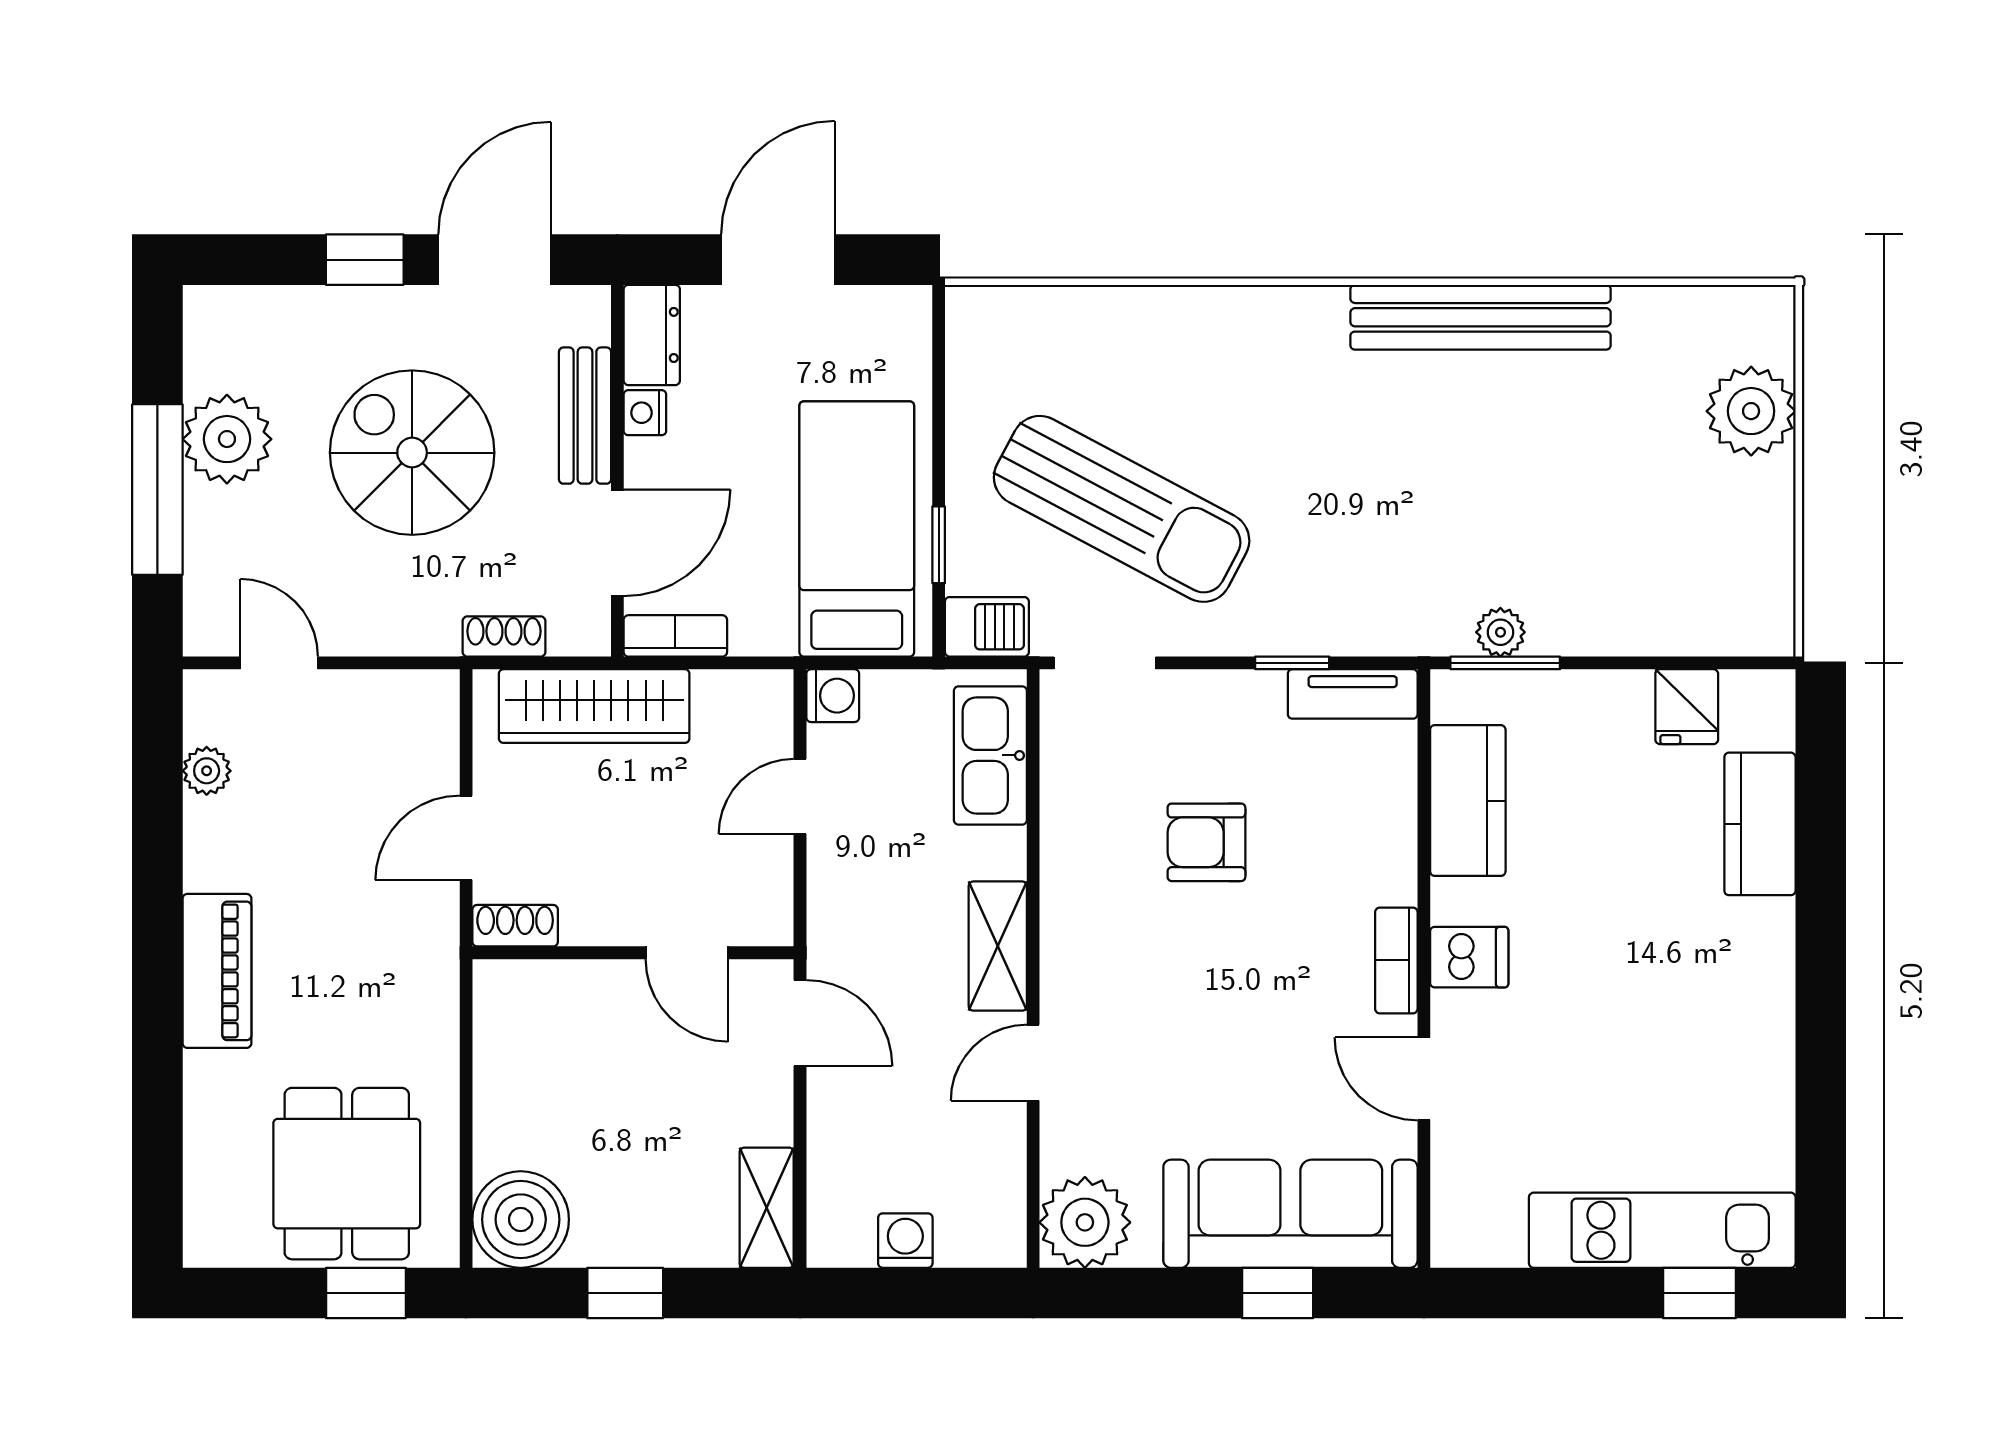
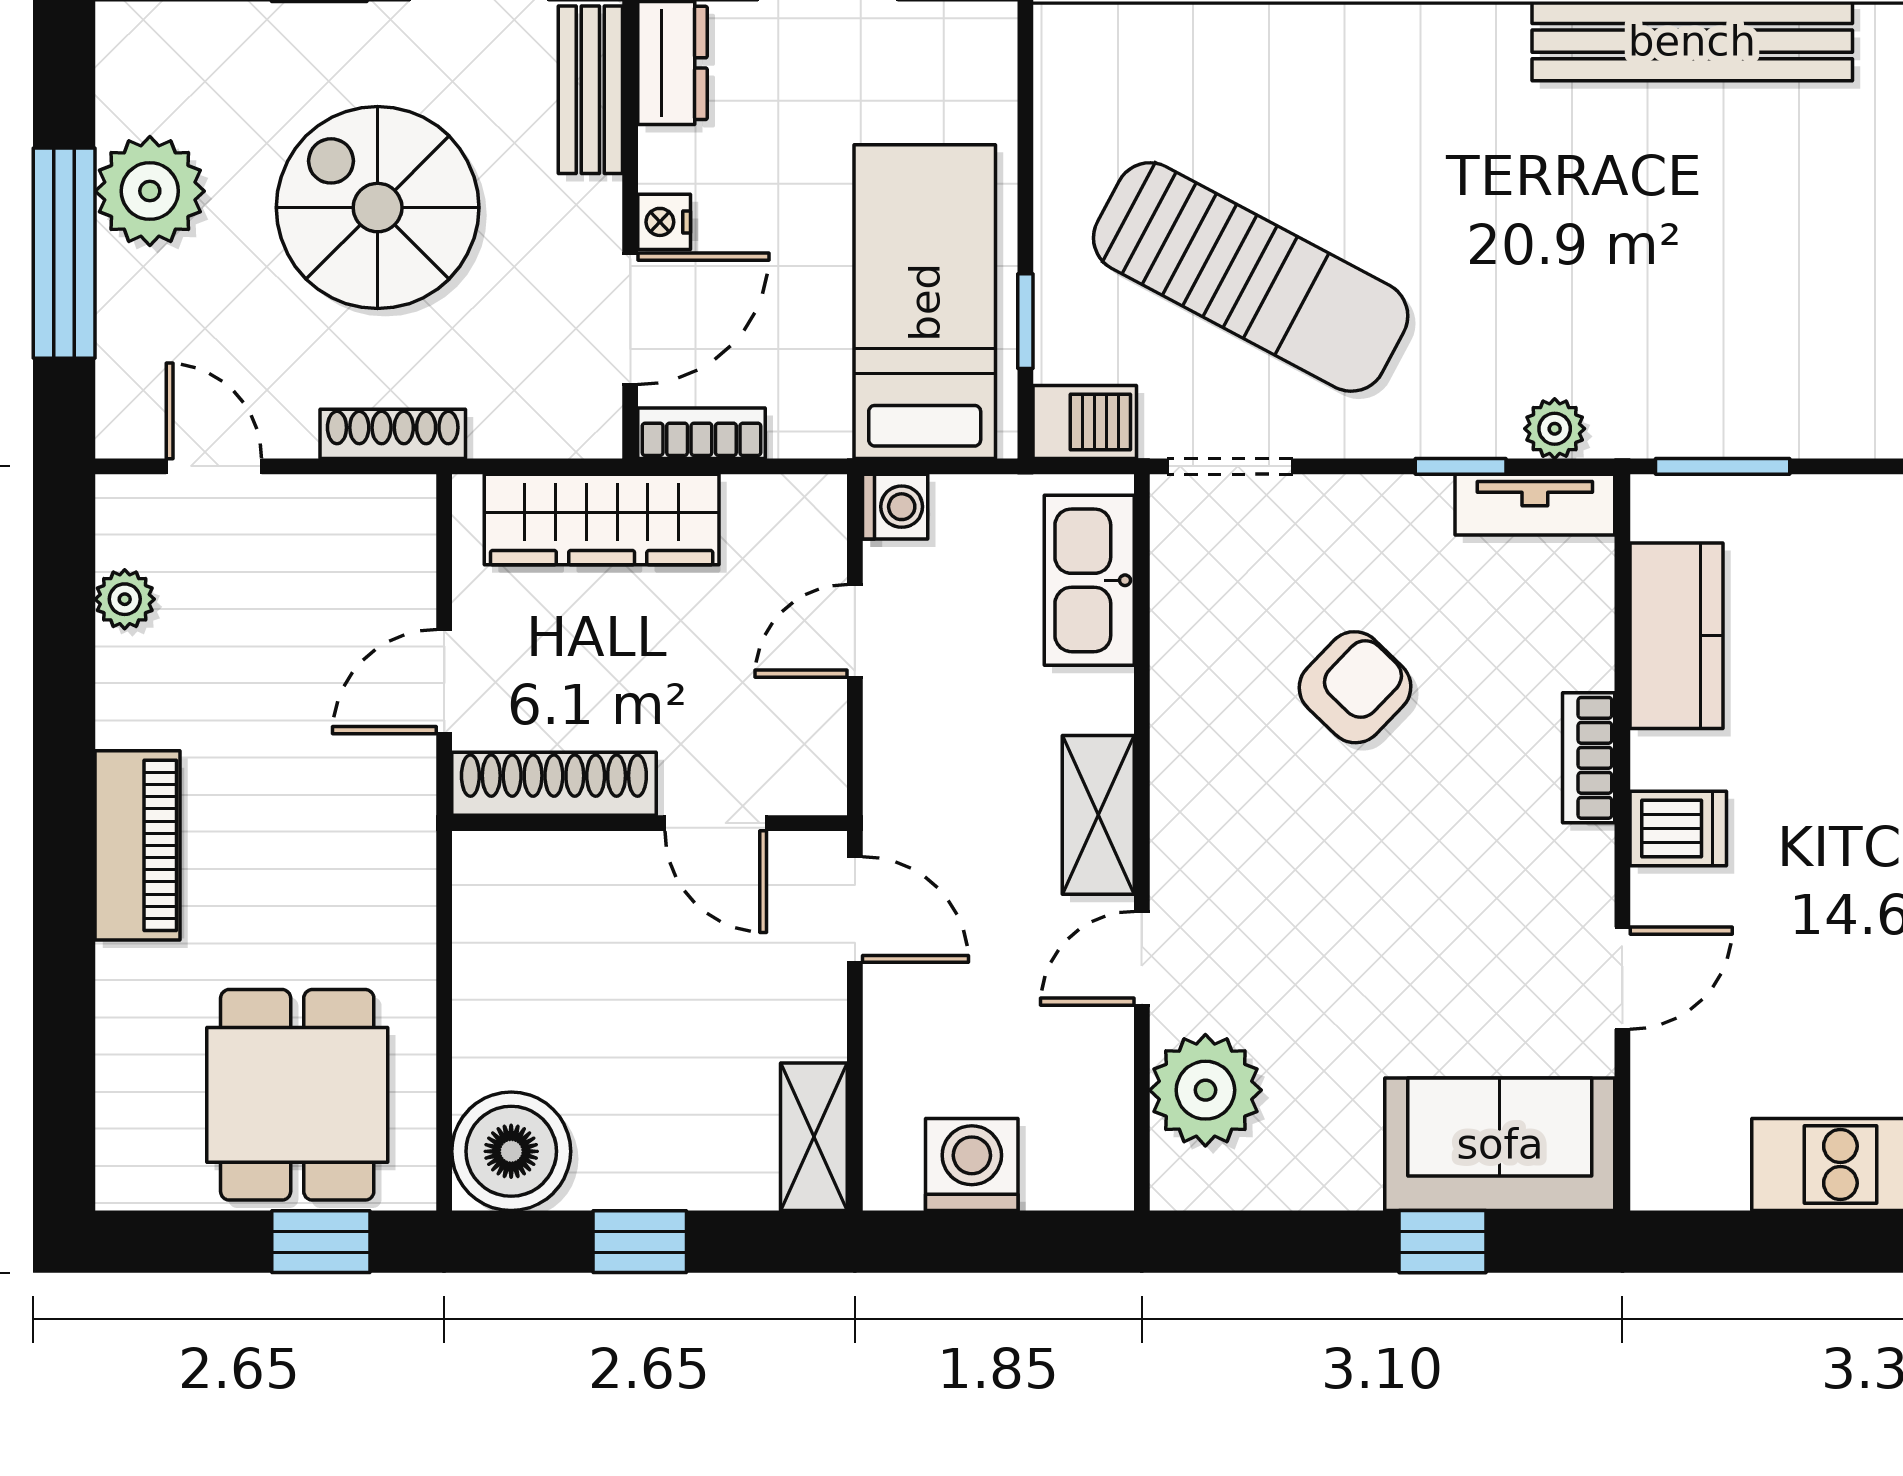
nightstand: (645, 413) -> (664, 222), moved
bench: (585, 416) -> (590, 90), moved
plant: (1500, 632) -> (1555, 429), moved
shoe rack: (504, 637) -> (393, 434), moved, width x1.43
armchair: (1206, 842) -> (1355, 687), turned 134
shoe rack: (515, 926) -> (554, 784), width x1.94, depth x1.24
bookcase: (1396, 960) -> (1589, 758), moved
door: (1424, 1079) -> (1622, 978), swing flipped
sofa: (1290, 1214) -> (1500, 1144), width x0.73
plant: (1085, 1222) -> (1205, 1090), moved
washing machine: (905, 1241) -> (972, 1165), width x1.38, depth x1.38

